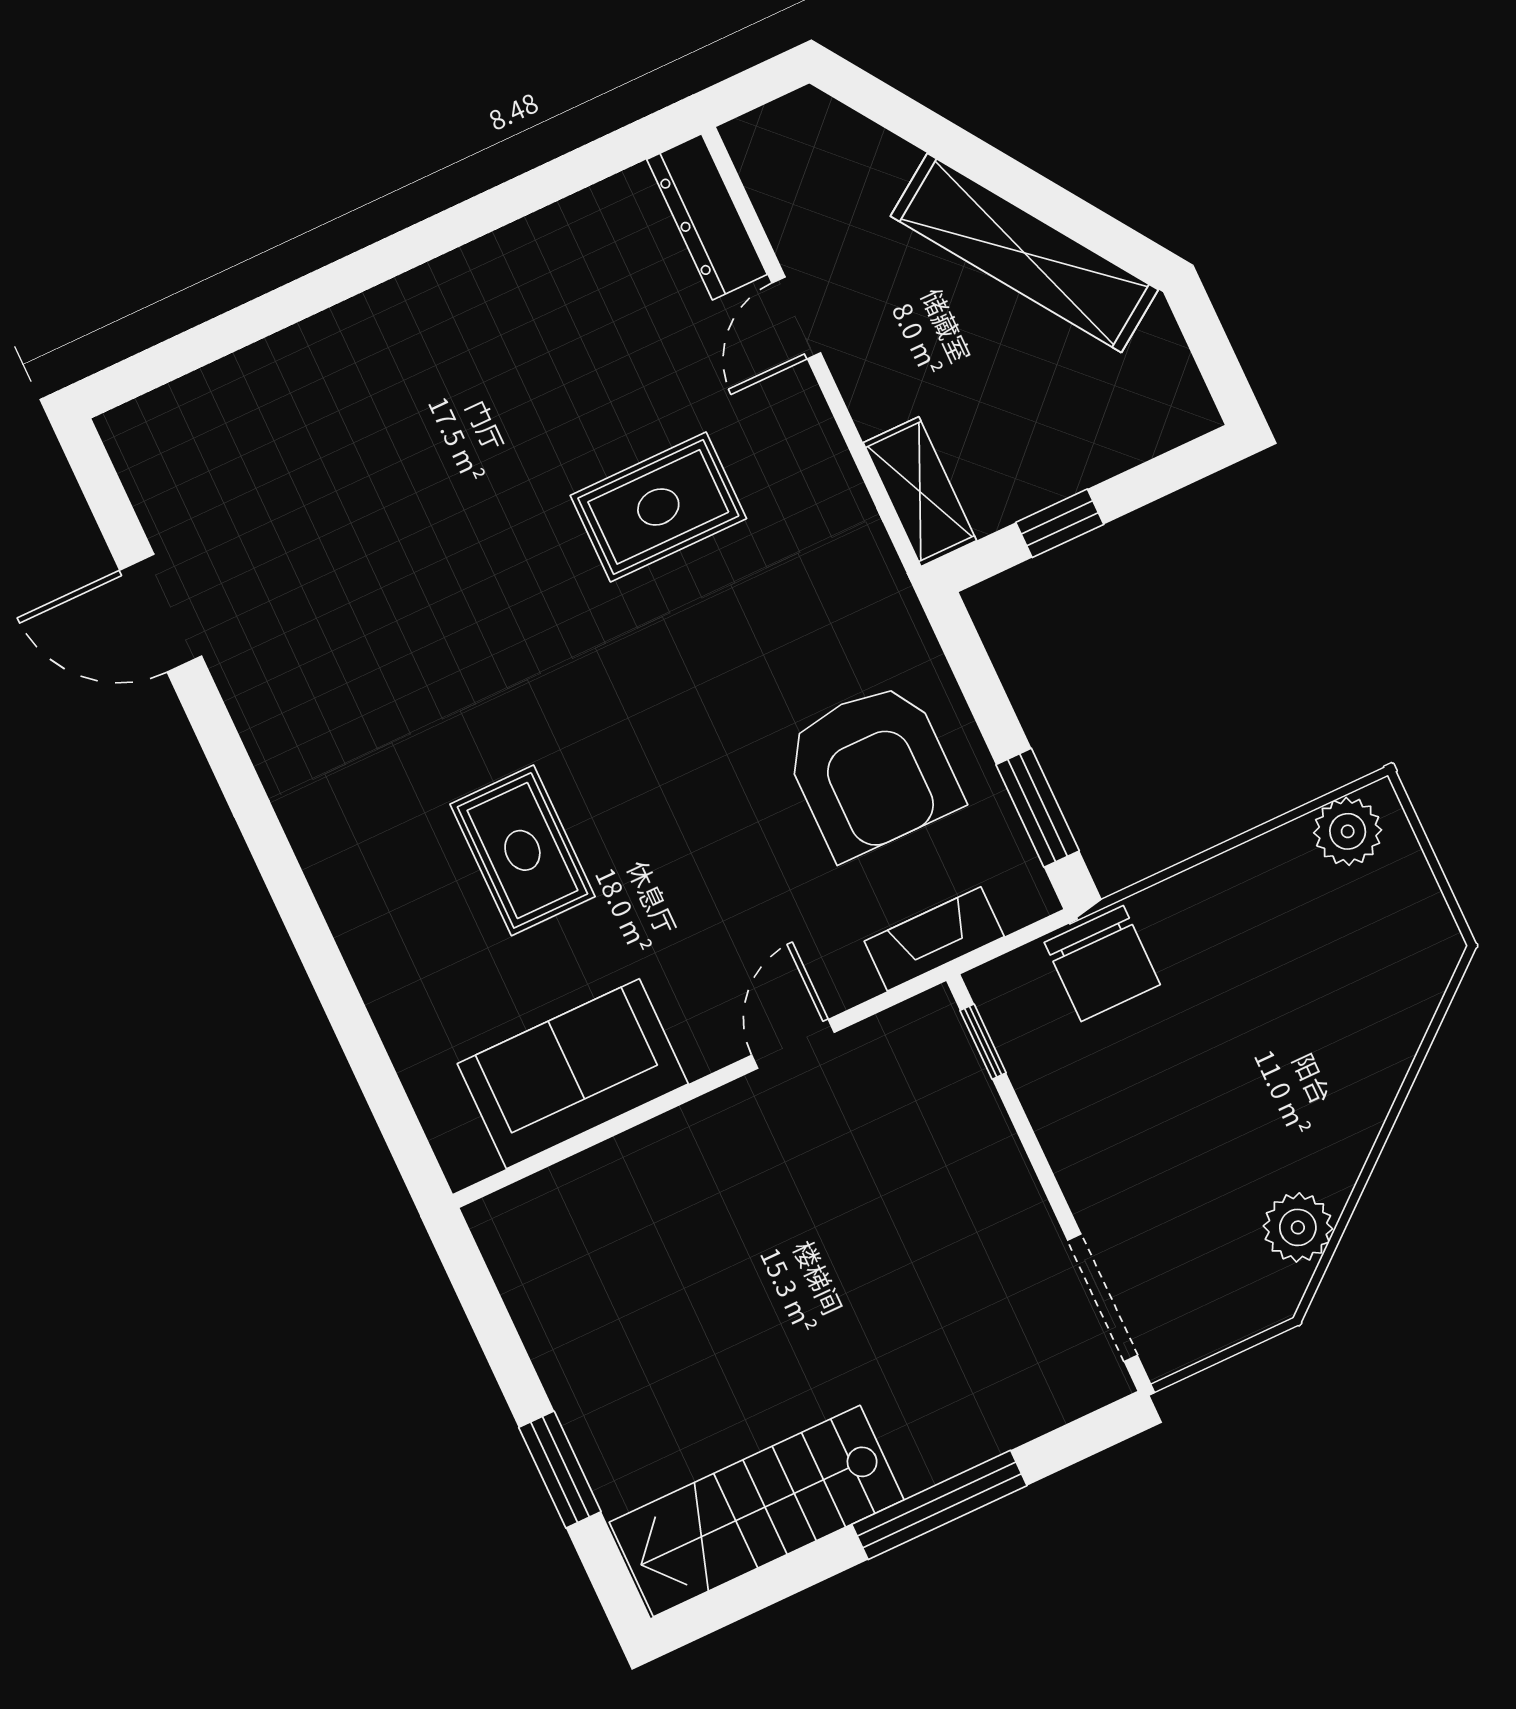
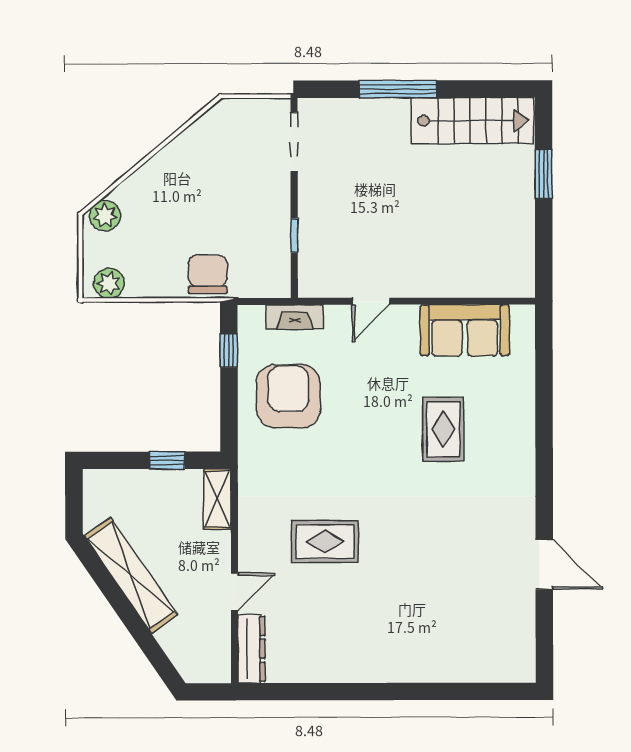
door: (161, 613) -> (544, 564), moved
window: (1038, 808) -> (229, 350), width x0.67
chair: (1102, 964) -> (208, 274), moved
window: (983, 1042) -> (294, 236), moved
plant: (1298, 1227) -> (105, 216), moved

